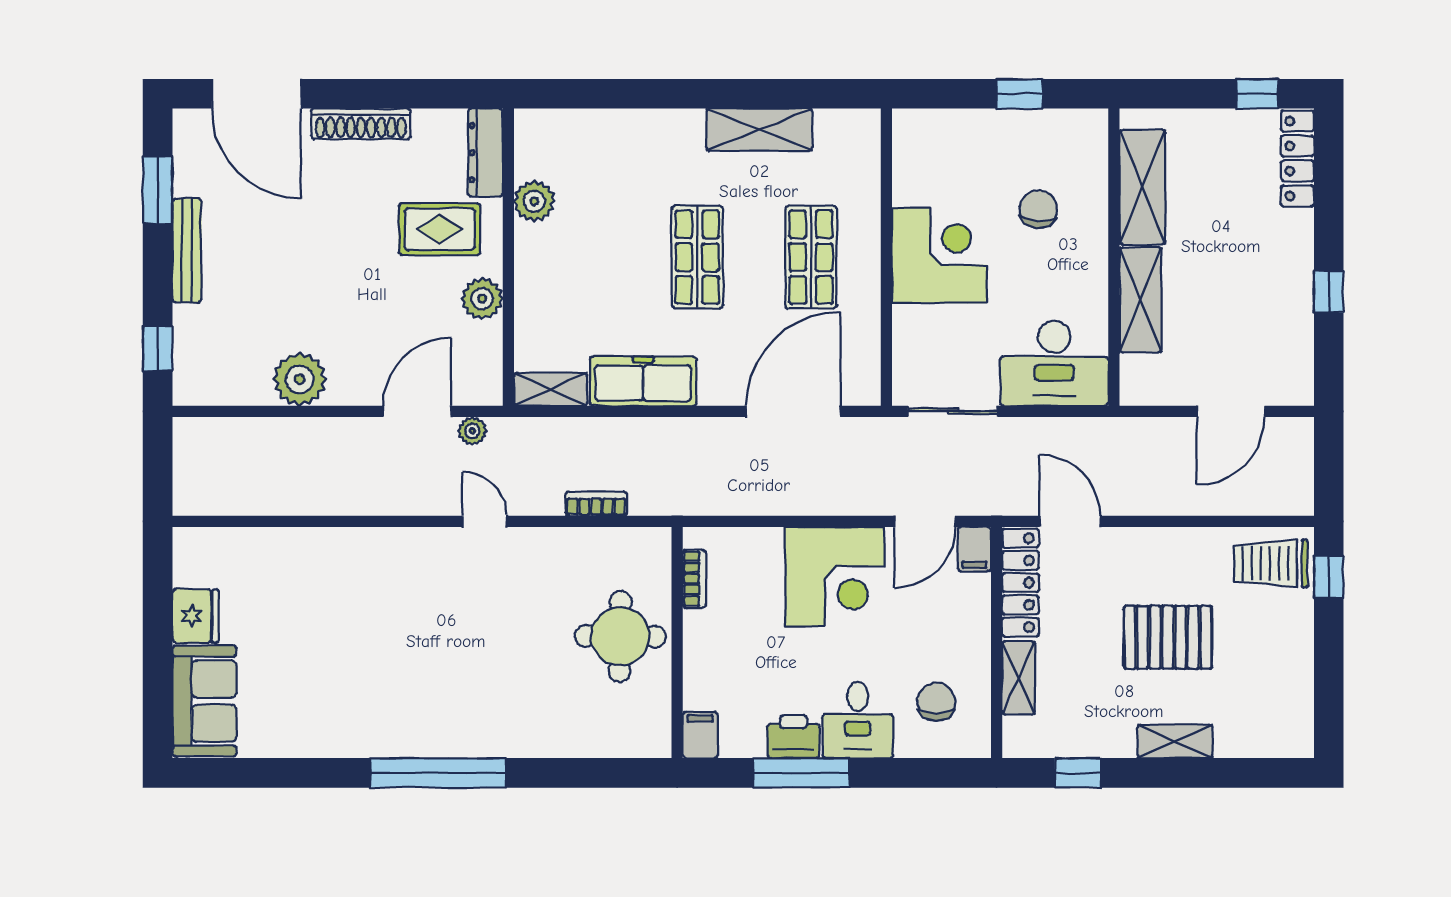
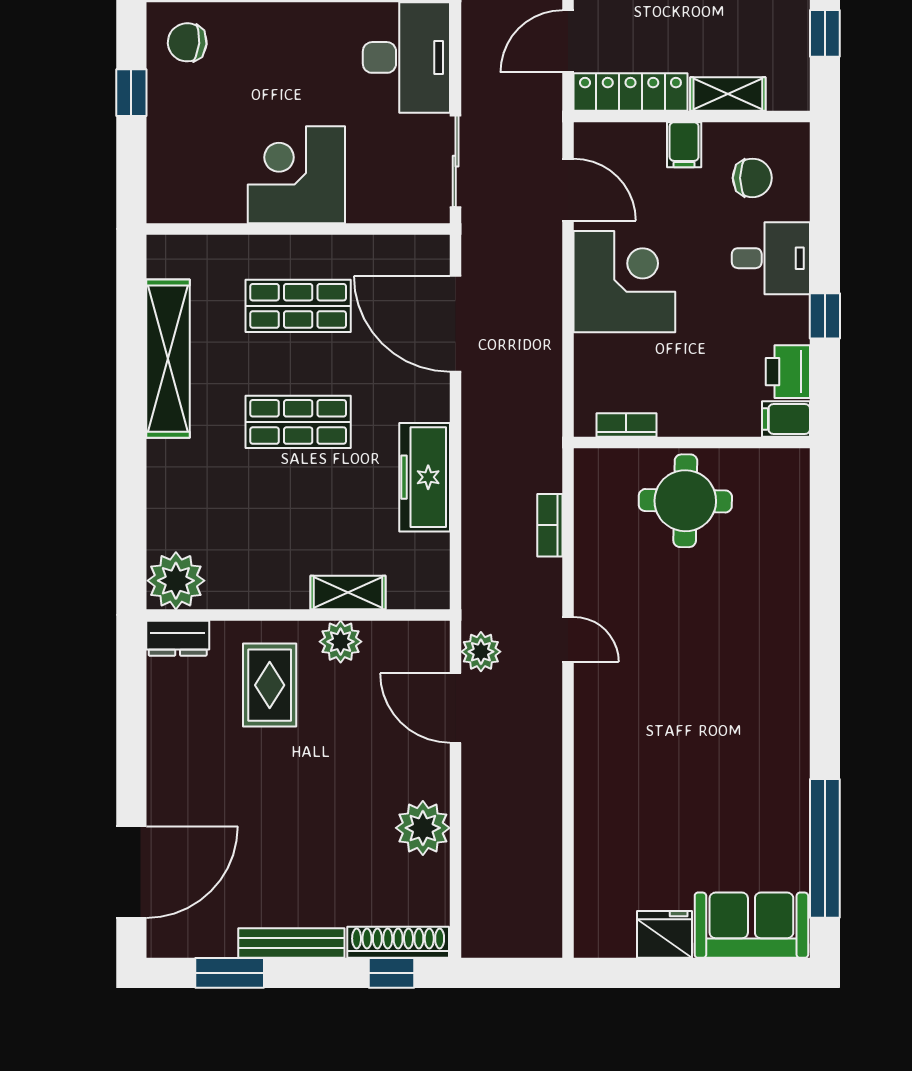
shoe rack: (361, 124) -> (398, 942), moved, turned -90
shelving: (759, 130) -> (168, 359), width x1.47
dresser: (485, 153) -> (178, 638), width x0.70
plant: (534, 201) -> (176, 581), moved, width x1.36, depth x1.36
chair: (1038, 209) -> (187, 42), moved
shelving: (550, 389) -> (348, 593), moved, turned 90
plant: (472, 431) -> (481, 652), width x1.38, depth x1.38
door: (484, 521) -> (568, 639), swing flipped
filing cabinet: (974, 549) -> (684, 145), moved, turned 90
chair: (936, 702) -> (752, 178), turned 180
printer: (793, 737) -> (788, 372), moved
window: (438, 773) -> (825, 848), moved
window: (801, 773) -> (825, 316), width x0.46

